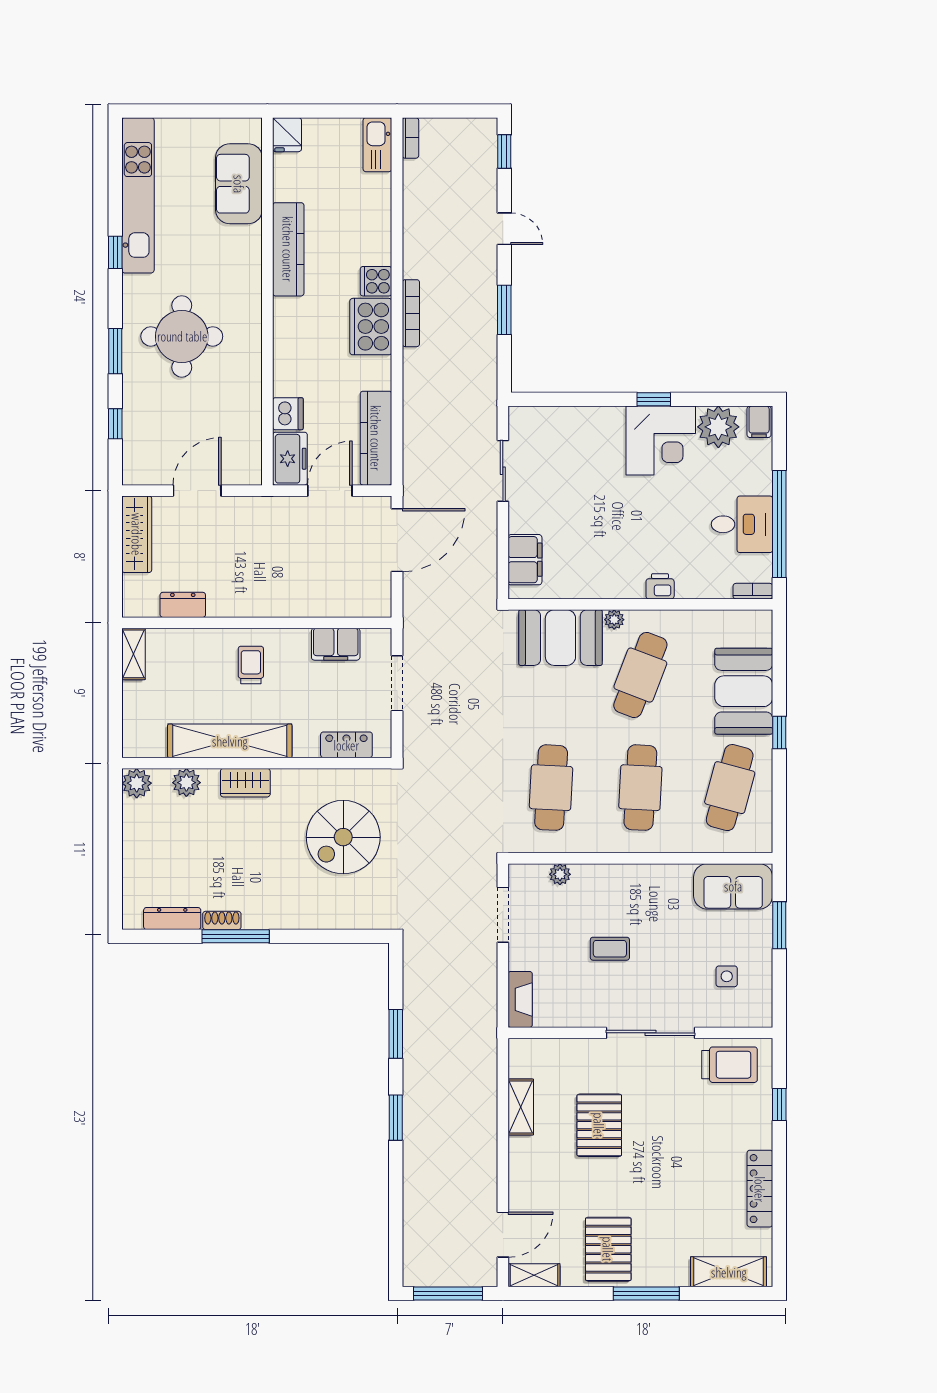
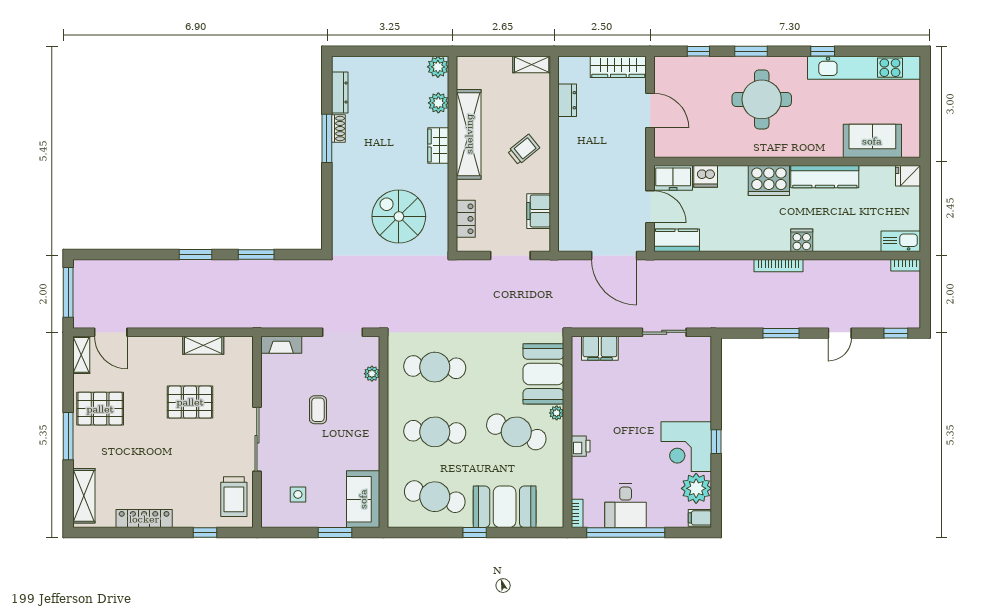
cooker: (371, 327) -> (769, 181), moved, turned 180
kitchen counter: (376, 438) -> (677, 240), width x0.67
trolley: (251, 665) -> (524, 150), turned -39

